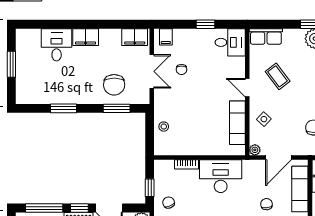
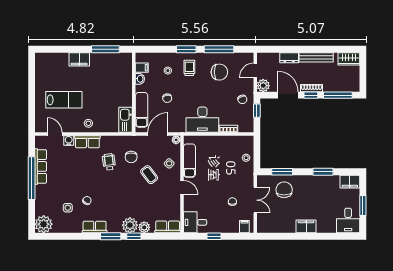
plant: (296, 36) -> (144, 227), added
filing cabinet: (135, 37) -> (350, 182), moved, turned 180
desk: (57, 45) -> (348, 221), moved
double door: (152, 71) -> (255, 200), swing flipped
coffee table: (278, 76) -> (149, 175), moved

